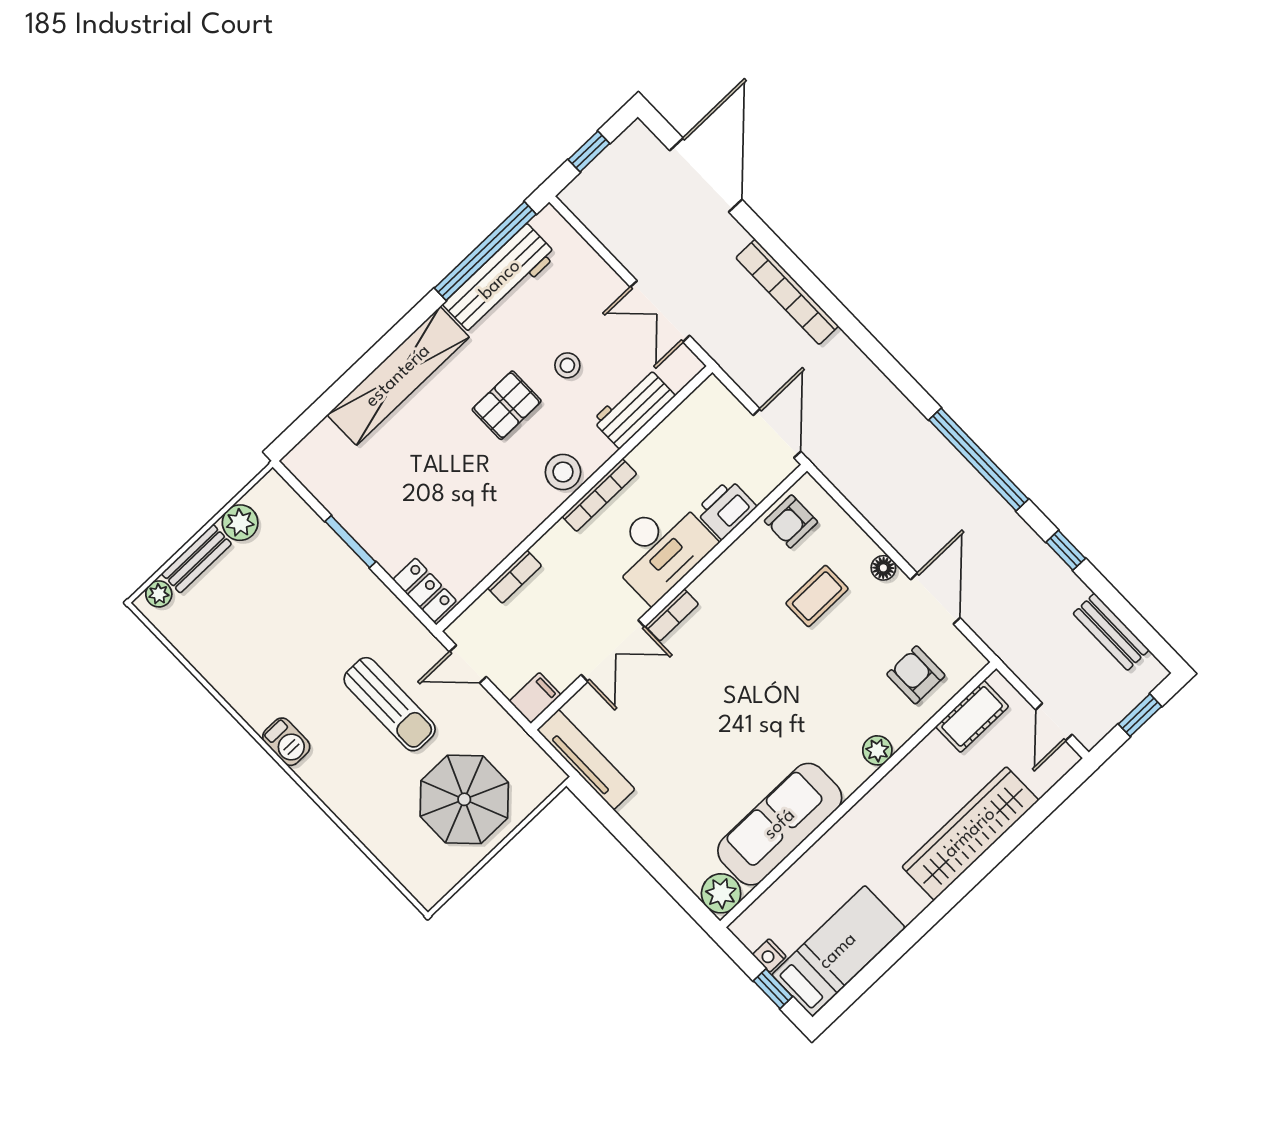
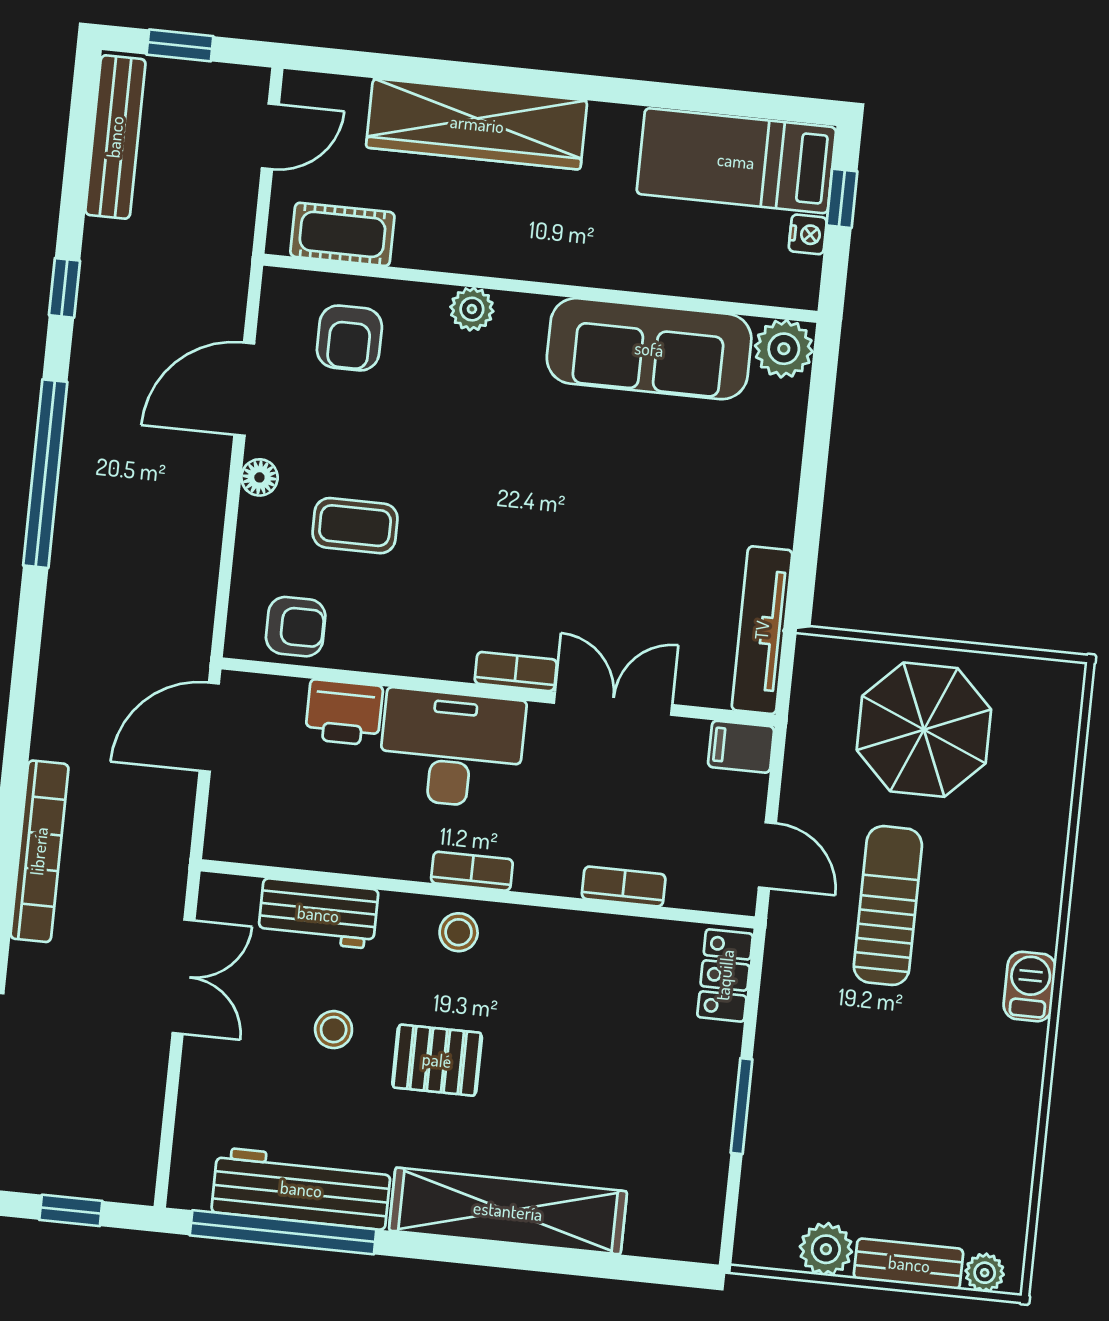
stool: (563, 472) -> (459, 932), width x0.73, depth x0.73
bookcase: (599, 495) -> (472, 871), width x0.64
bench: (1111, 632) -> (115, 137), width x1.36

